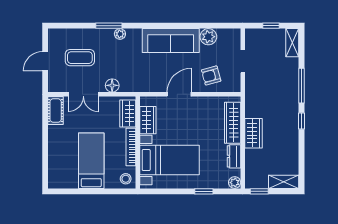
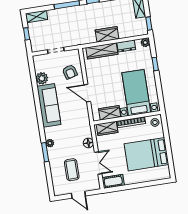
bed: (91, 161) -> (146, 154), width x1.50

